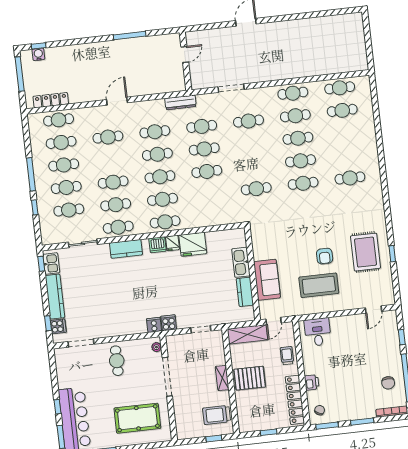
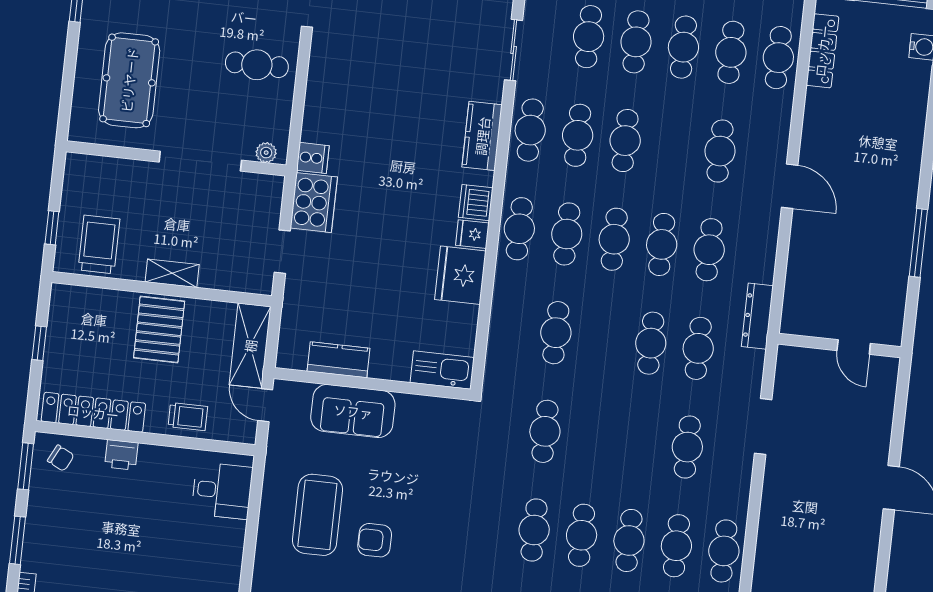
cafe table: (207, 171) -> (556, 333), moved
kitchen sink: (241, 262) -> (442, 370), moved
cooker: (169, 323) -> (314, 203), width x1.87, depth x1.31

